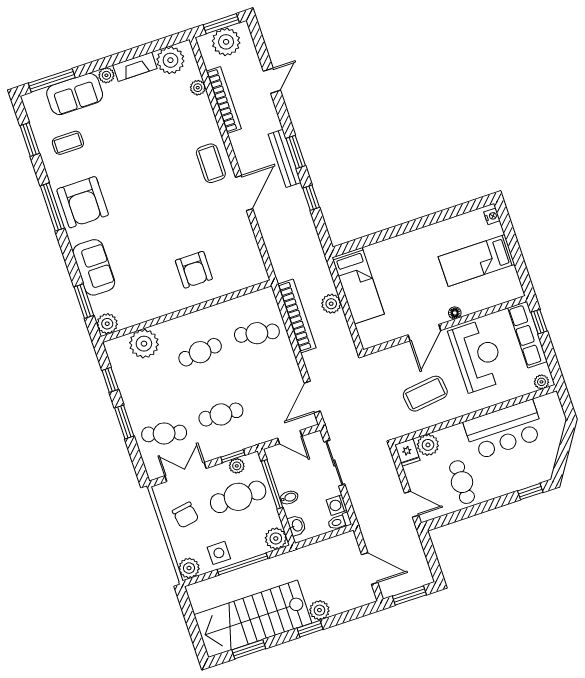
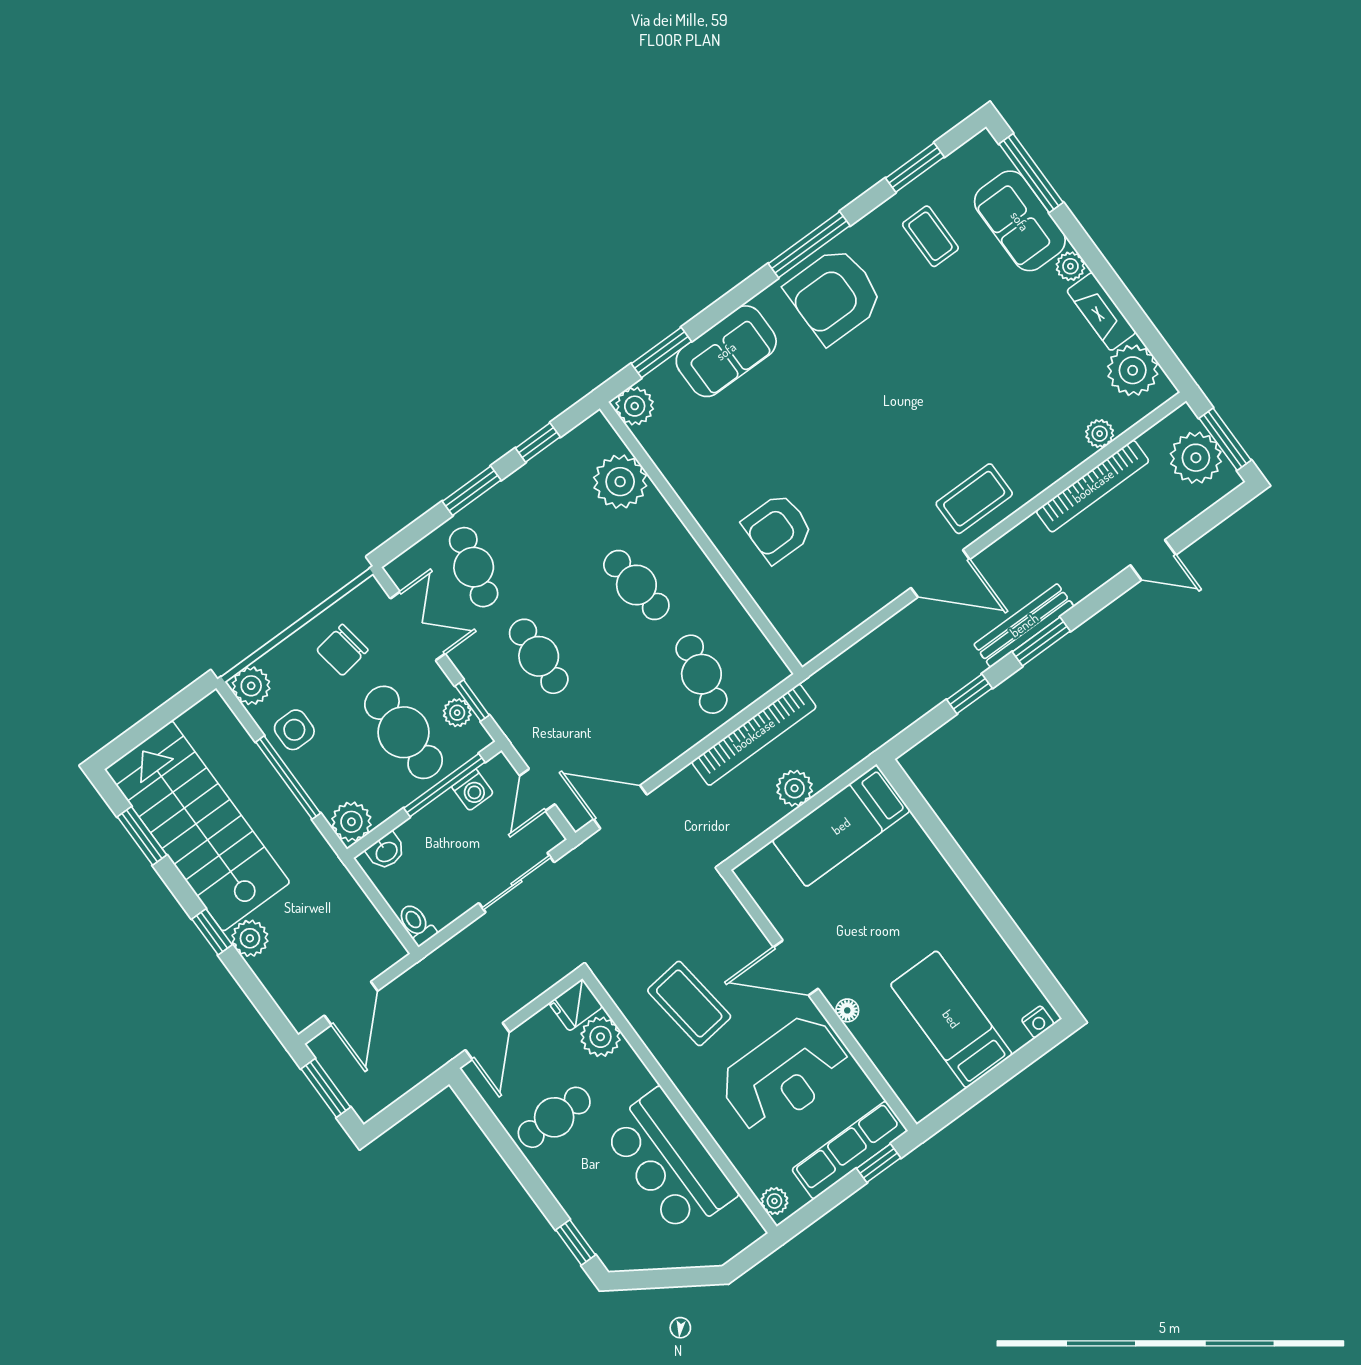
bidet: (289, 498) -> (431, 822), removed
washing machine: (337, 505) -> (473, 790), moved, turned 180

